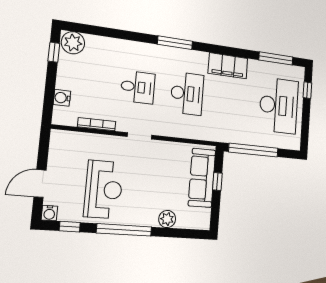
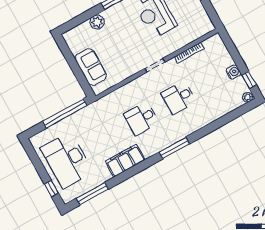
plant: (73, 43) -> (247, 97), width x0.53, depth x0.53
desk: (187, 94) -> (141, 118), width x0.73
water cooler: (62, 98) -> (233, 72), moved
sofa: (202, 178) -> (91, 67), width x0.73
window: (217, 182) -> (78, 72), removed

